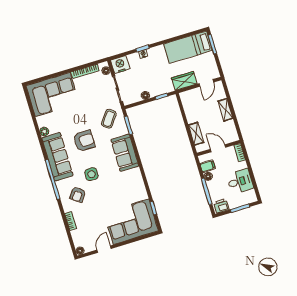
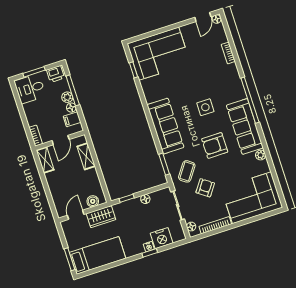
nightstand: (120, 65) -> (162, 238), moved
boiler: (191, 94) -> (93, 201), added
shelving: (225, 110) -> (45, 160), moved
door: (218, 148) -> (61, 140), hinge flipped
sofa: (125, 153) -> (165, 126), width x1.36
desk: (240, 181) -> (30, 89), moved
plant: (211, 185) -> (67, 97), added
armchair: (78, 195) -> (205, 188), moved
door: (104, 249) -> (203, 17), moved

